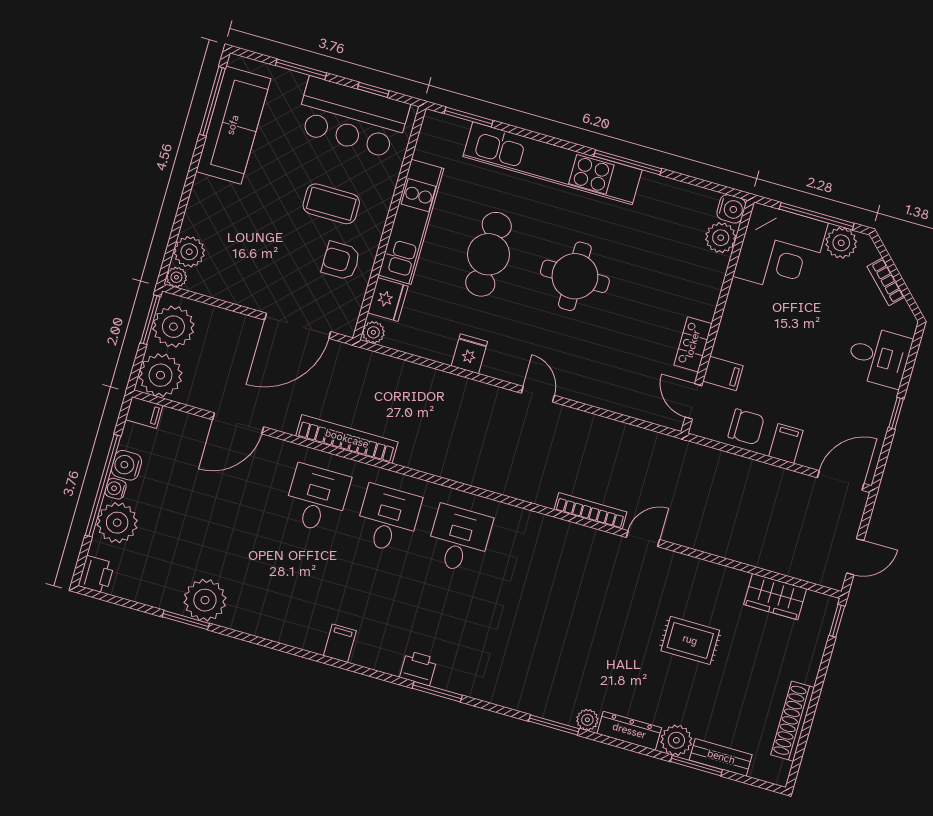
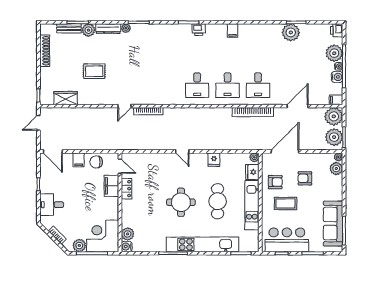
armchair: (269, 250) -> (305, 178), added
filing cabinet: (723, 373) -> (111, 186), width x2.00
door: (841, 481) -> (53, 151), hinge flipped

